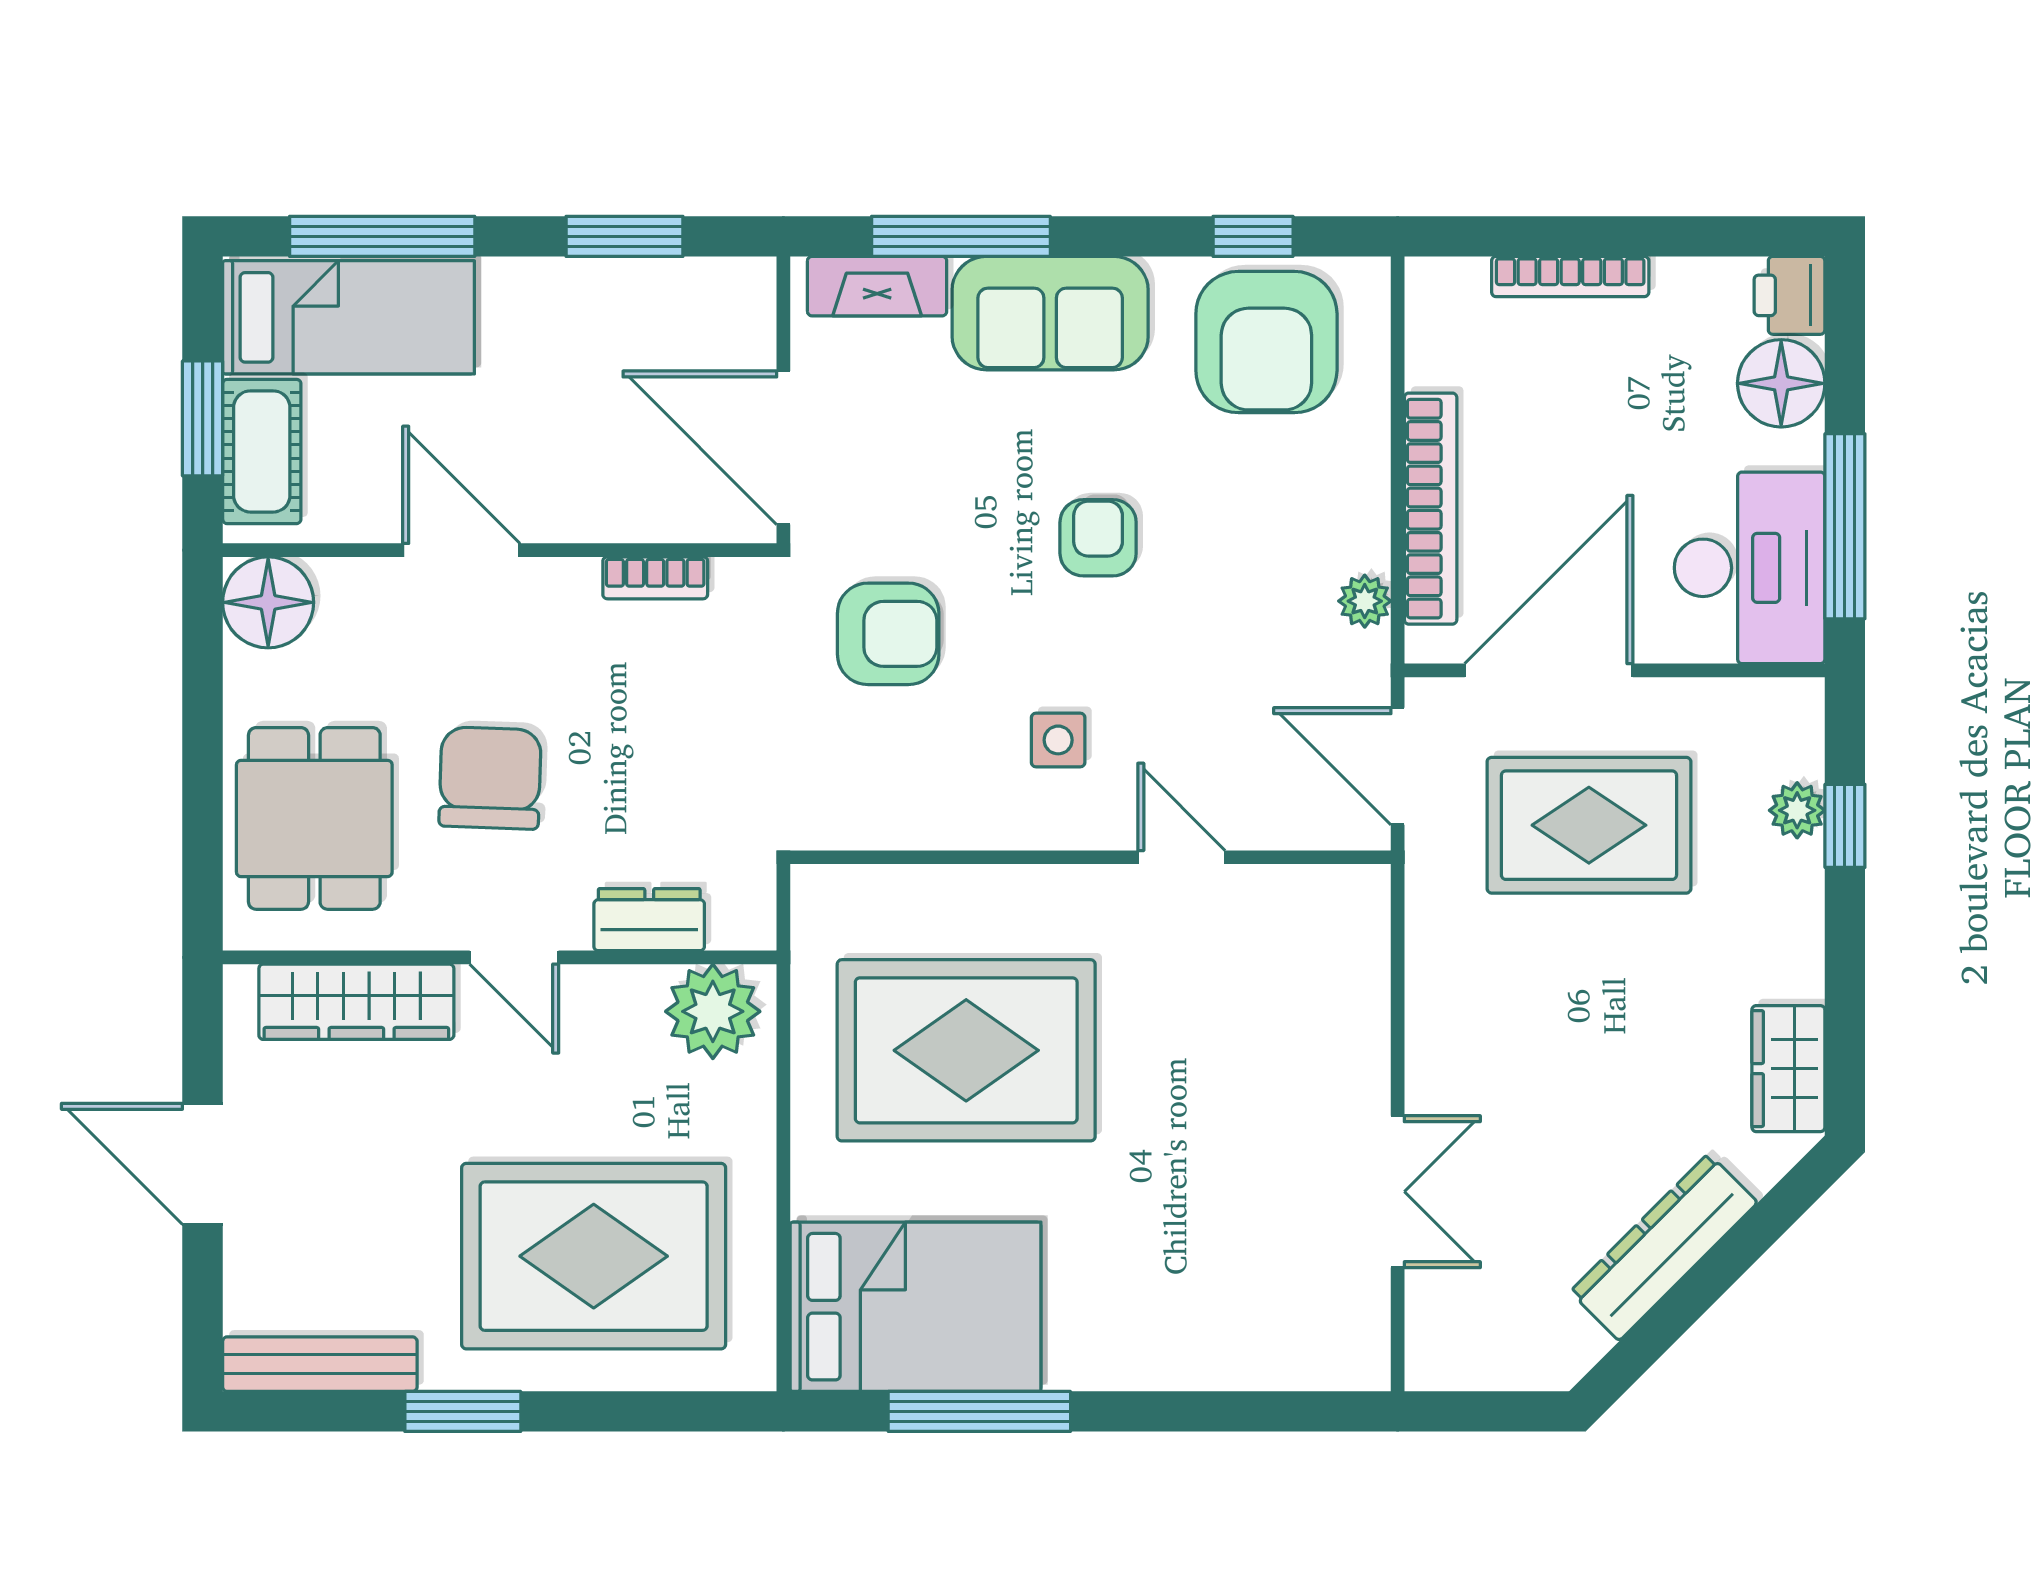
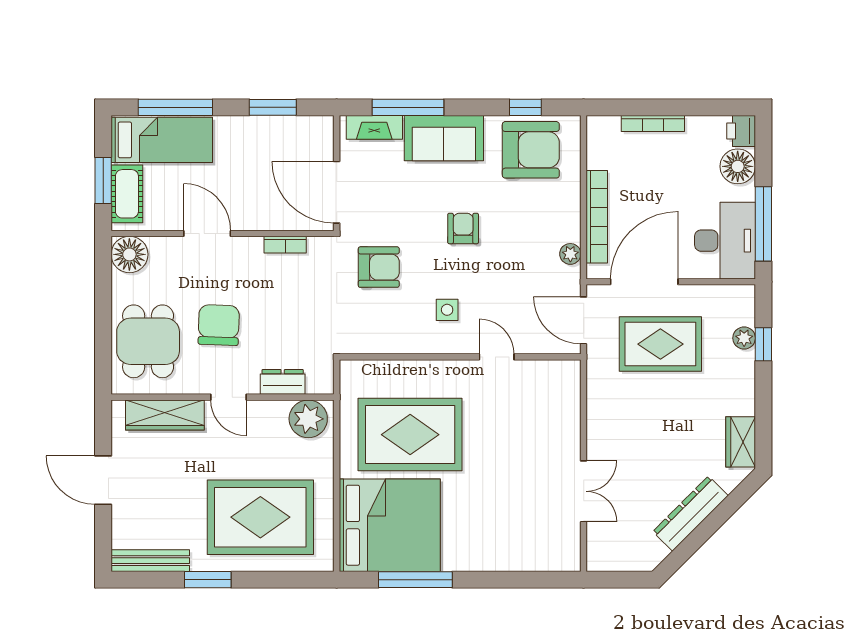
armchair: (1266, 342) -> (531, 150), turned -90
bed: (915, 1307) -> (390, 525), width x1.36

